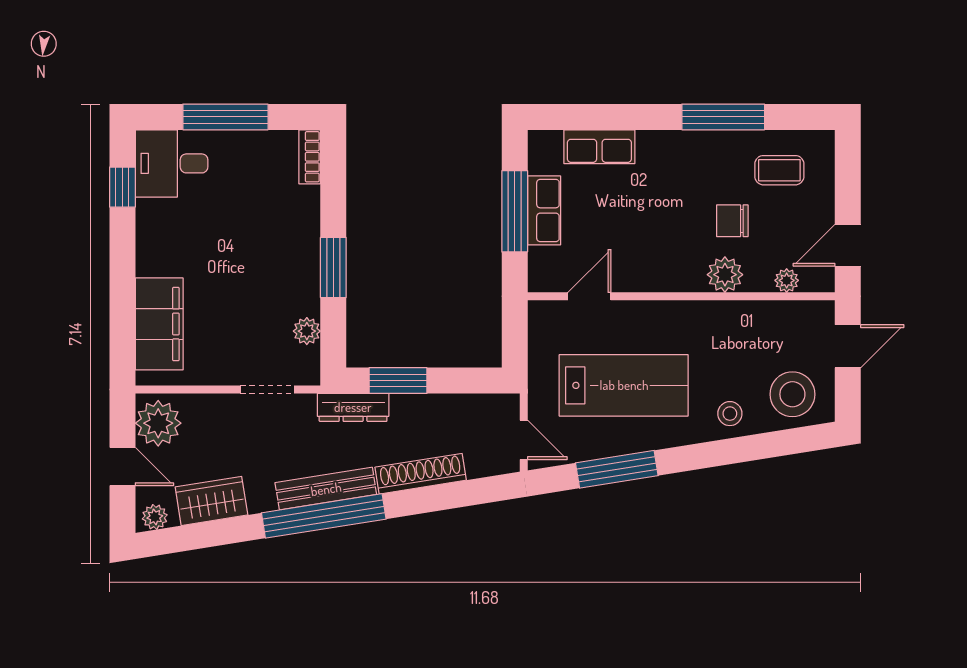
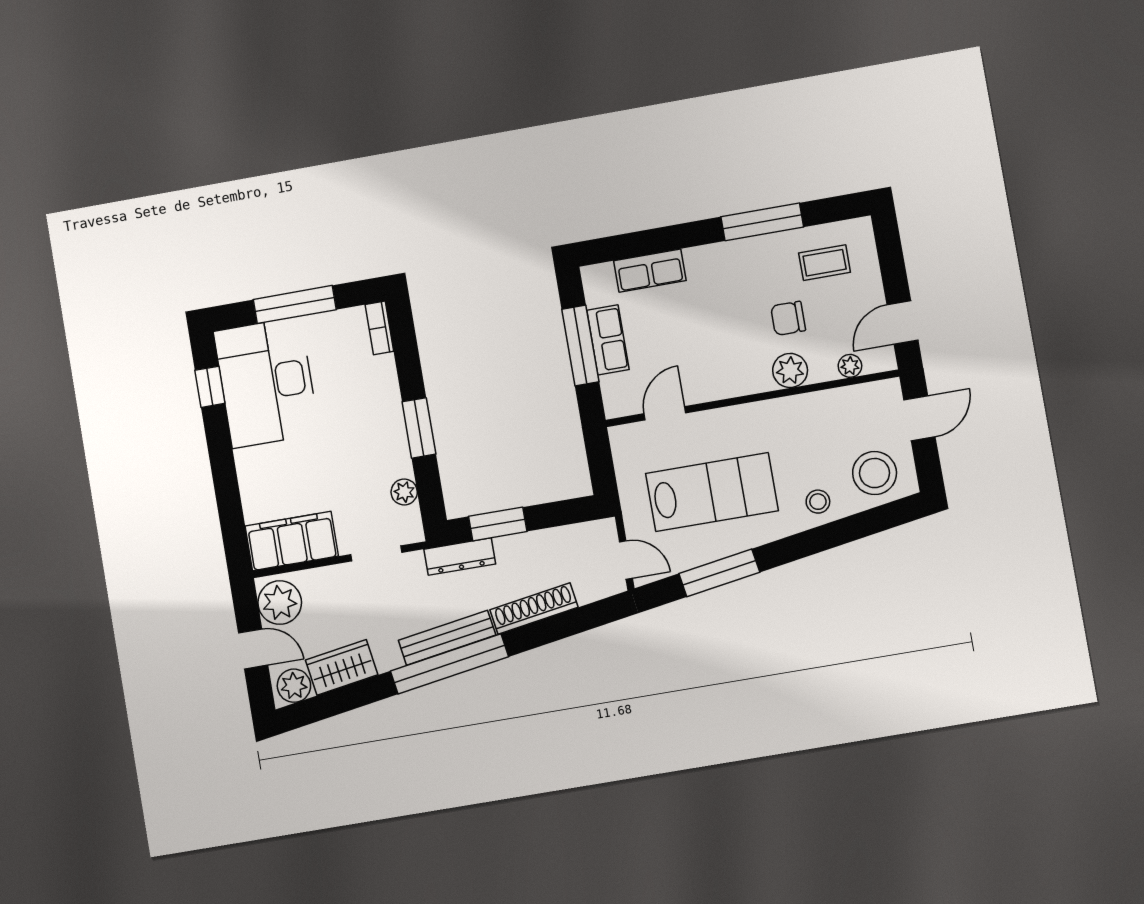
desk: (172, 163) -> (266, 382), width x1.87, depth x1.30
filing cabinet: (159, 324) -> (292, 541), moved, turned -90
plant: (155, 517) -> (294, 686), width x1.38, depth x1.38

